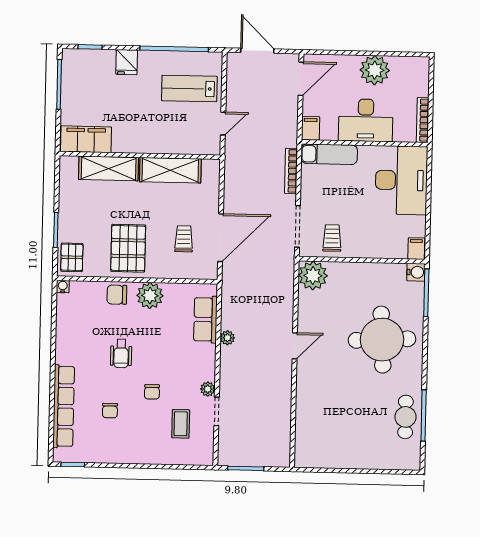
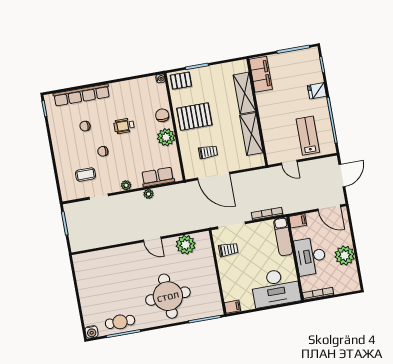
water cooler: (416, 272) -> (92, 332), moved
plant: (313, 276) -> (186, 245), moved
plant: (208, 389) -> (126, 185), moved

